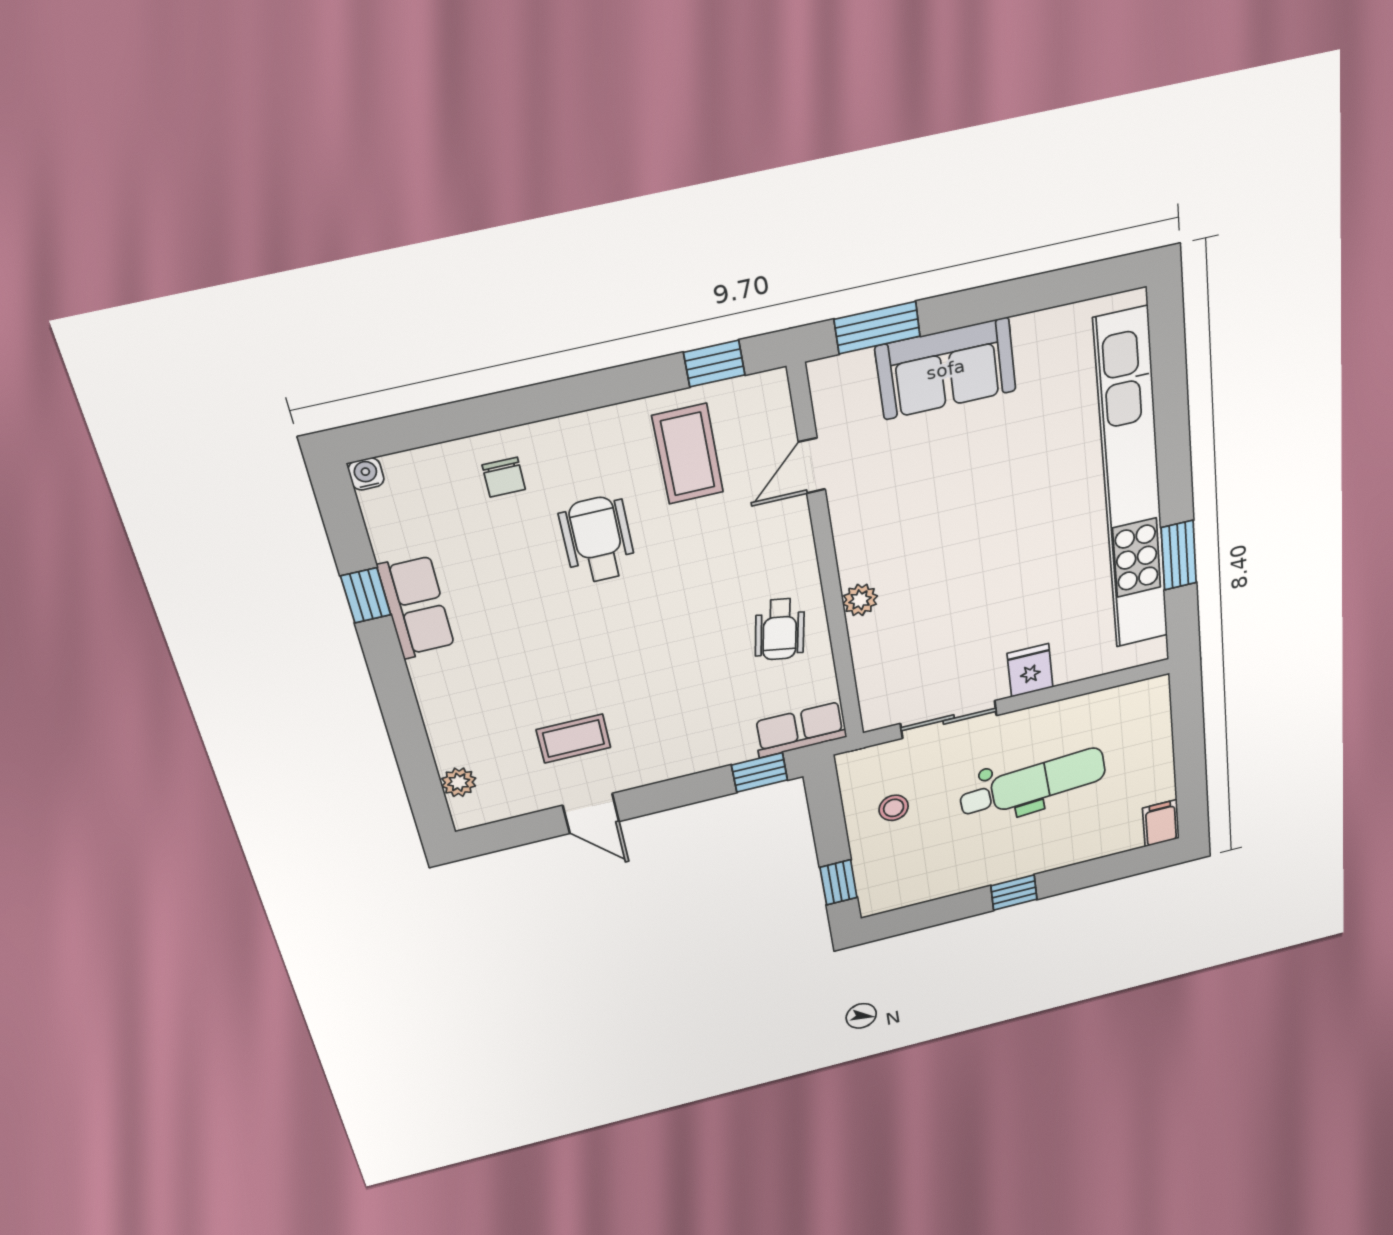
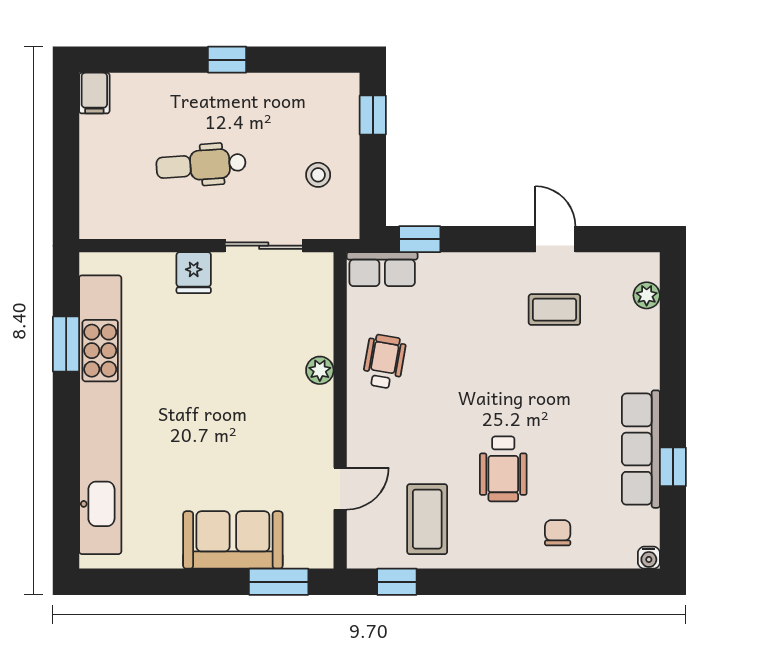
row of seats: (416, 607) -> (641, 449), width x1.48
dental chair: (1033, 784) -> (201, 165), width x0.73, depth x0.72

